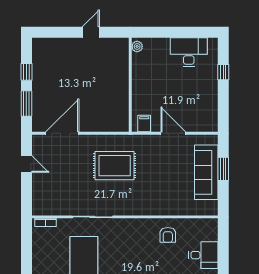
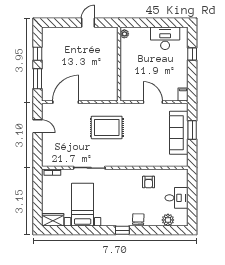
filing cabinet: (144, 124) -> (183, 94), moved

